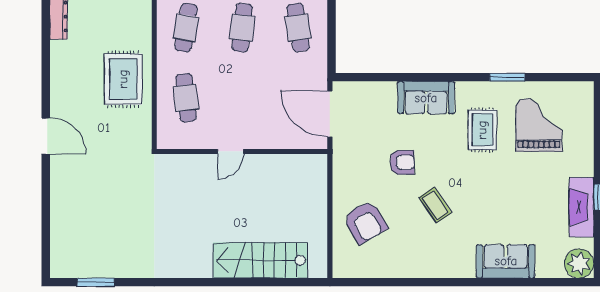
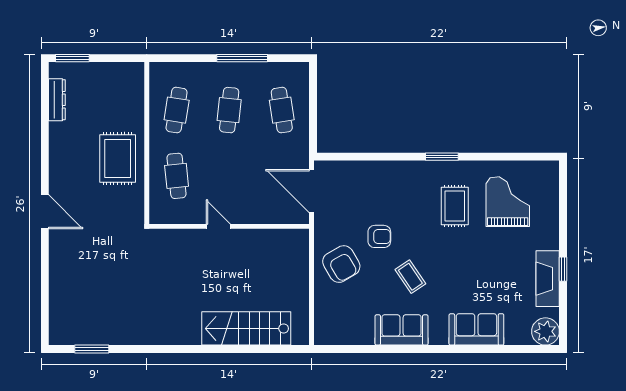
window: (507, 77) -> (442, 157), moved
sofa: (426, 98) -> (402, 330), moved, turned 180
door: (230, 151) -> (218, 226), swing flipped
armchair: (365, 222) -> (341, 264), moved

